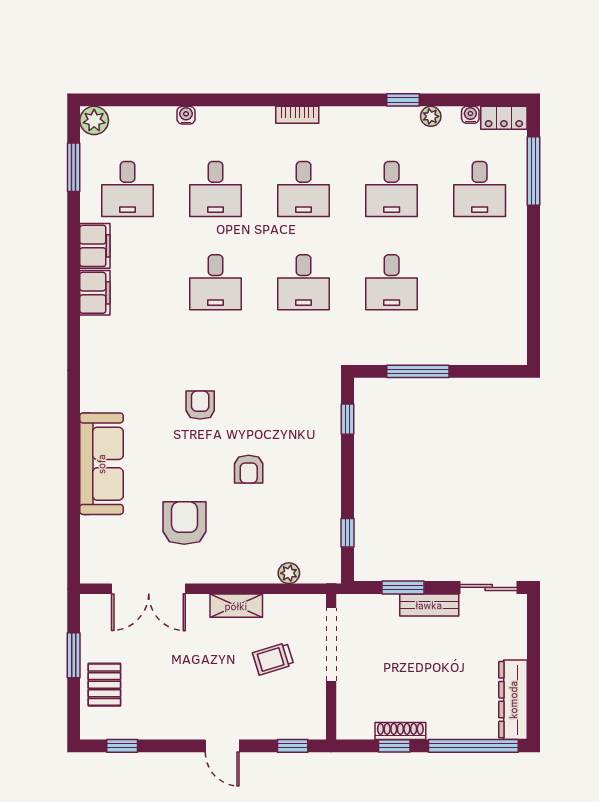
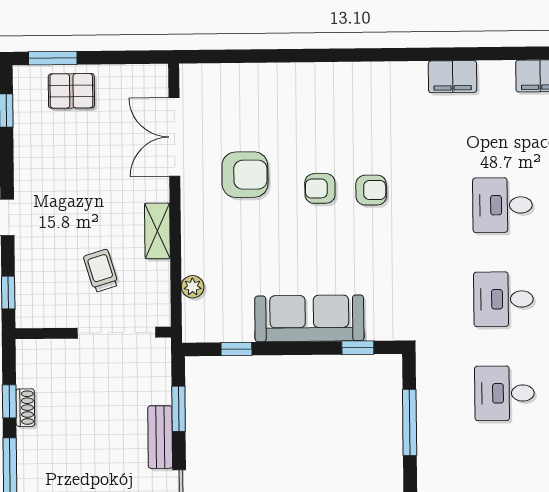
filing cabinet: (95, 293) -> (453, 77), moved
sofa: (101, 464) -> (309, 318), moved, turned 180
armchair: (249, 469) -> (320, 188), moved
window: (74, 655) -> (53, 58), moved
shoe rack: (400, 731) -> (25, 408), width x0.70

